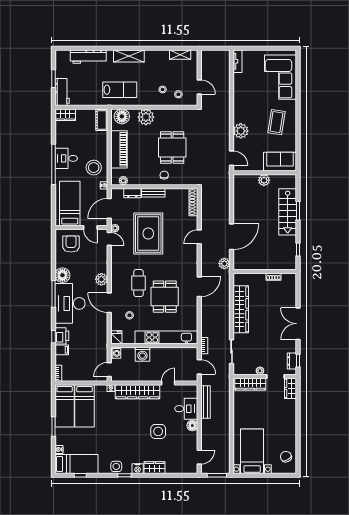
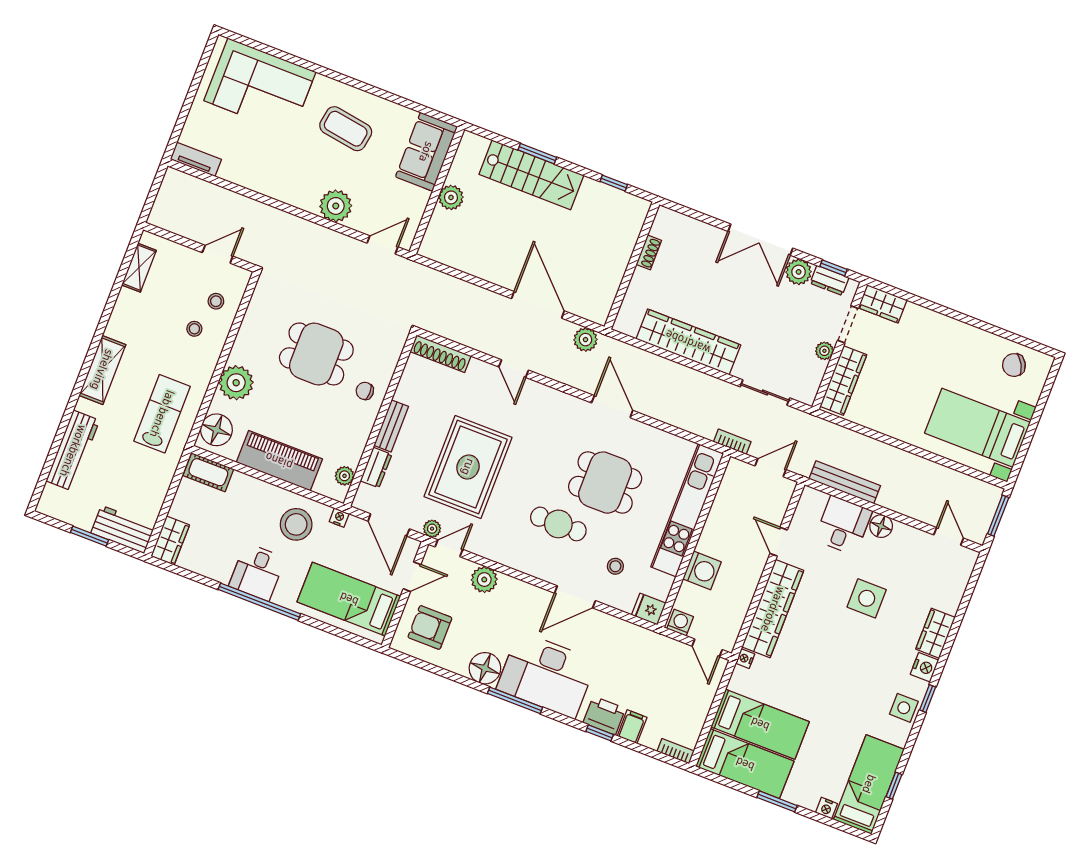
rug: (148, 233) -> (468, 467), turned 90
plant: (101, 279) -> (484, 580), moved
plant: (290, 346) -> (799, 272), added

